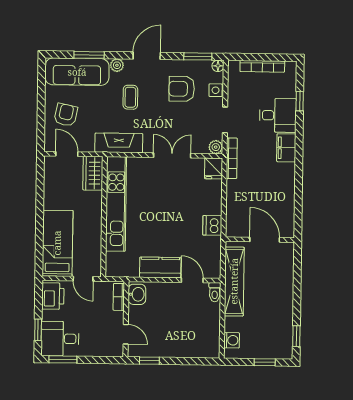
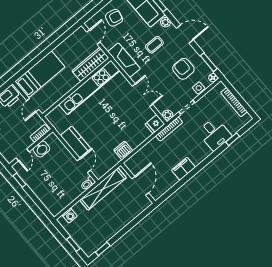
filing cabinet: (286, 148) -> (183, 169), moved
wardrobe: (93, 173) -> (90, 64), width x1.50
washbasin: (137, 294) -> (41, 149), moved

